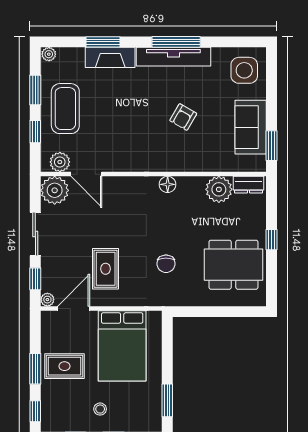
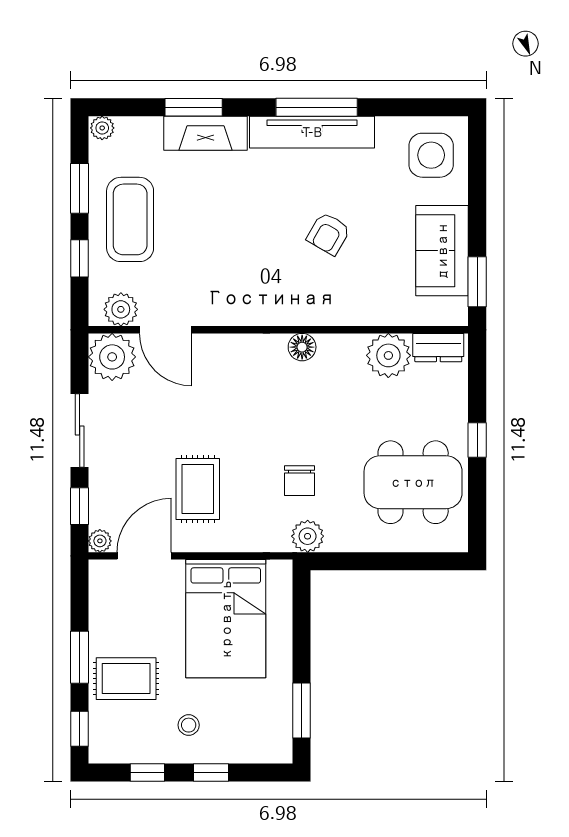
plant: (171, 297) -> (308, 536), added
rug: (64, 366) -> (126, 679), moved

